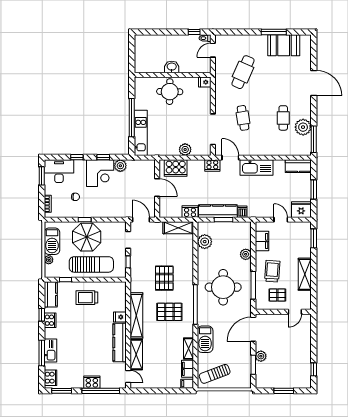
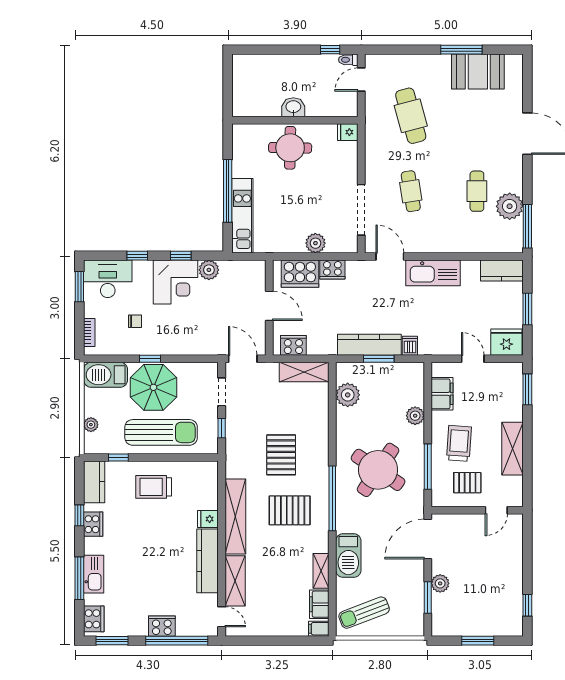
cafe table: (243, 72) -> (411, 116), turned -39
cooker: (212, 166) -> (332, 270), moved
cooker: (190, 212) -> (293, 345), moved
barbecue: (52, 241) -> (106, 375), moved, turned 90
round table: (223, 287) -> (378, 470), turned 34

